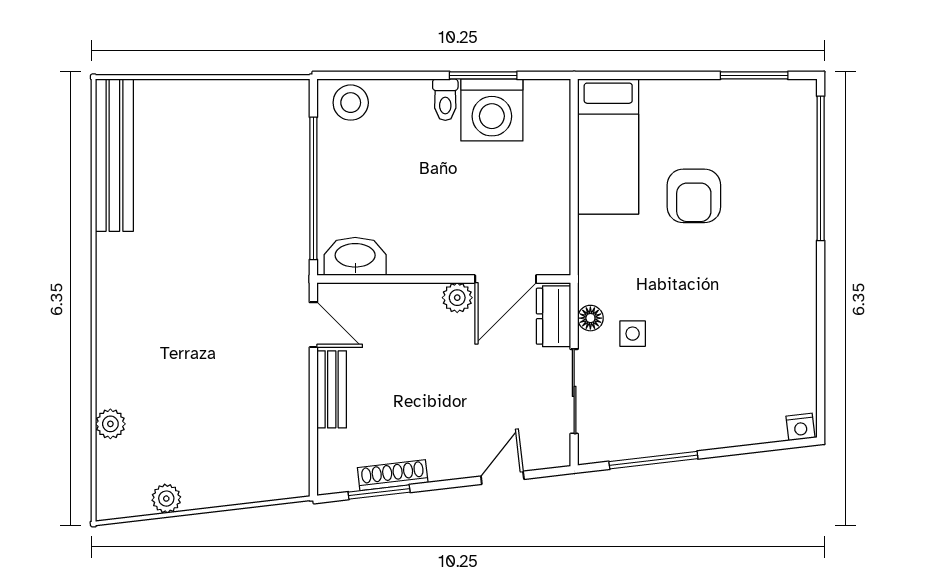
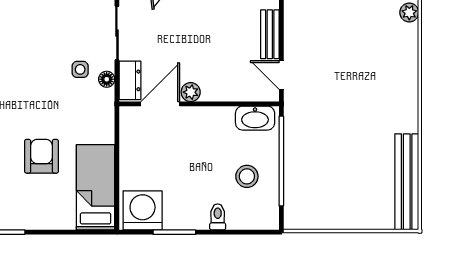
toilet: (445, 100) -> (218, 217), moved
stool: (351, 103) -> (247, 176), moved
washing machine: (492, 110) -> (143, 210), moved

